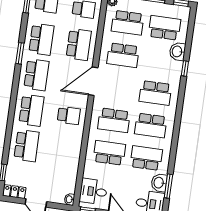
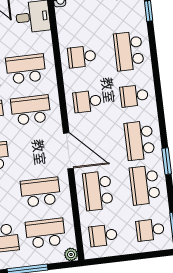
door: (93, 81) -> (68, 151), hinge flipped
school desk: (32, 110) -> (134, 96), width x0.54
school desk: (64, 151) -> (82, 57), added
school desk: (109, 153) -> (26, 69), turned 180

